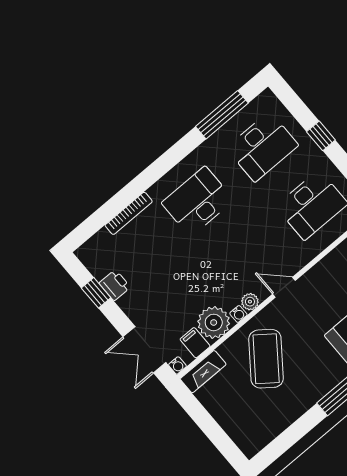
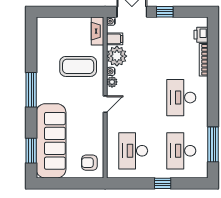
desk: (198, 202) -> (181, 98), turned 180
printer: (115, 285) -> (201, 35), moved, turned 90
window: (96, 293) -> (165, 12), moved
coffee table: (266, 359) -> (78, 66), turned -37

